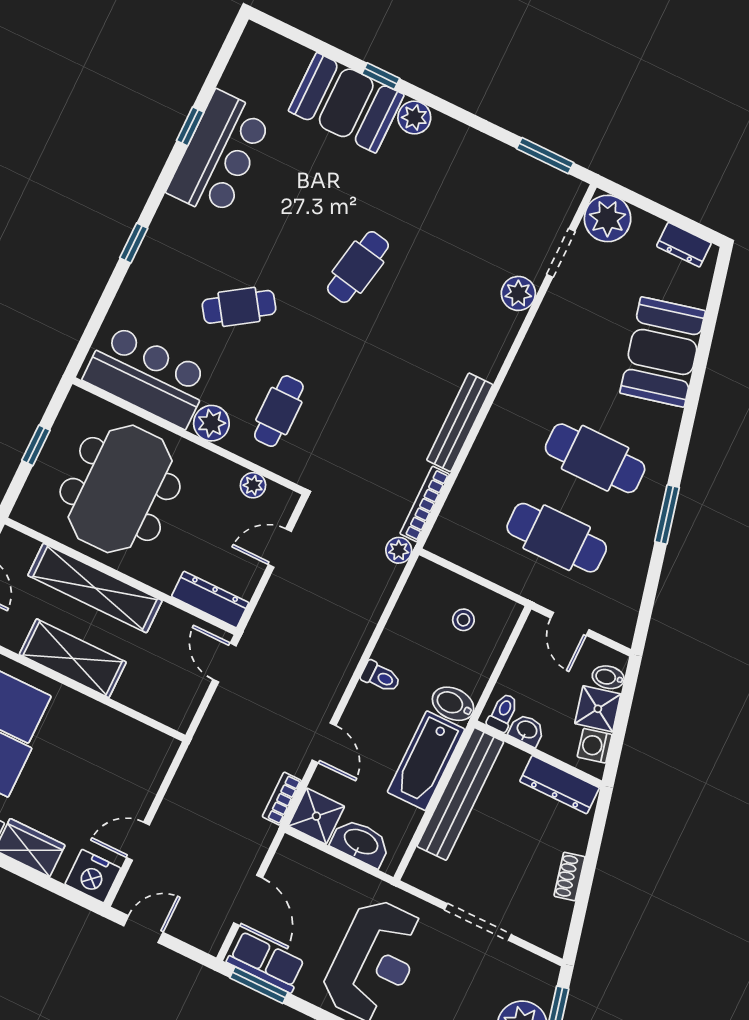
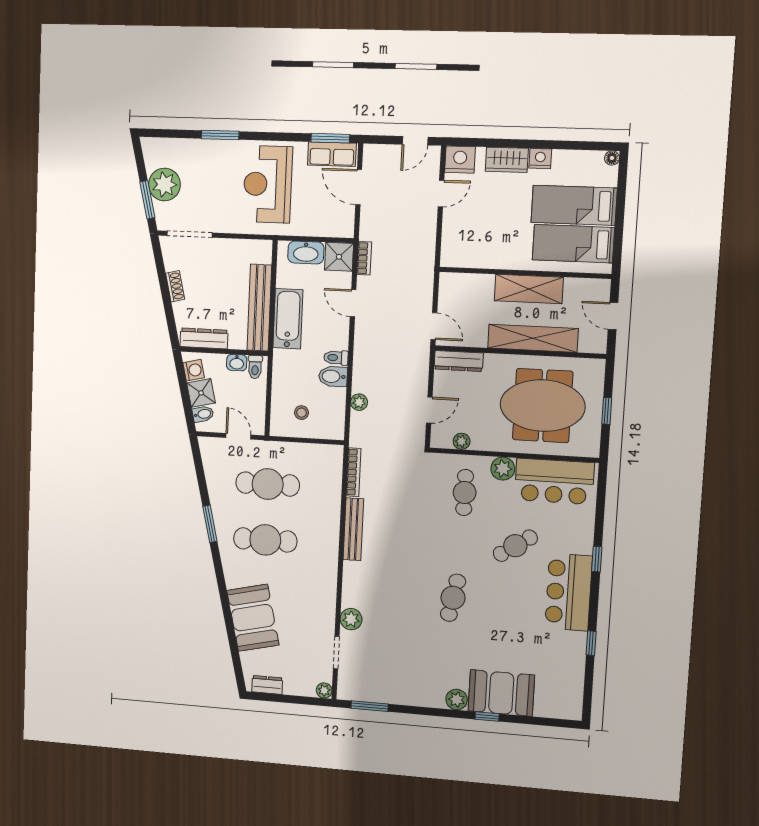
bar counter: (219, 154) -> (569, 592), moved
plant: (608, 218) -> (324, 691), width x0.53, depth x0.53
meeting table: (120, 489) -> (543, 406), turned 90
plant: (399, 550) -> (359, 402), moved
bidet: (453, 704) -> (333, 376), moved, turned 180
doorway: (478, 922) -> (190, 234), moved

